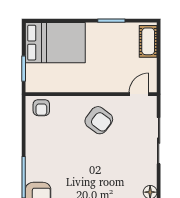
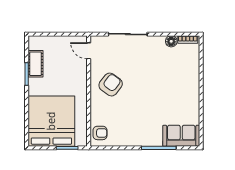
cot: (148, 41) -> (36, 64), moved, turned 90
bed: (55, 43) -> (51, 121), width x1.36

